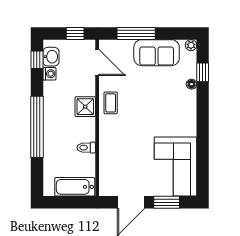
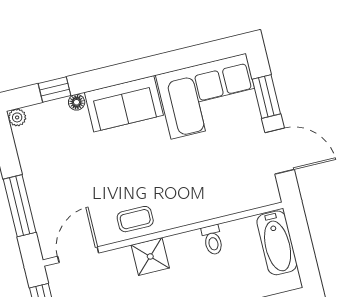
sofa: (157, 53) -> (124, 104), moved, turned 90

